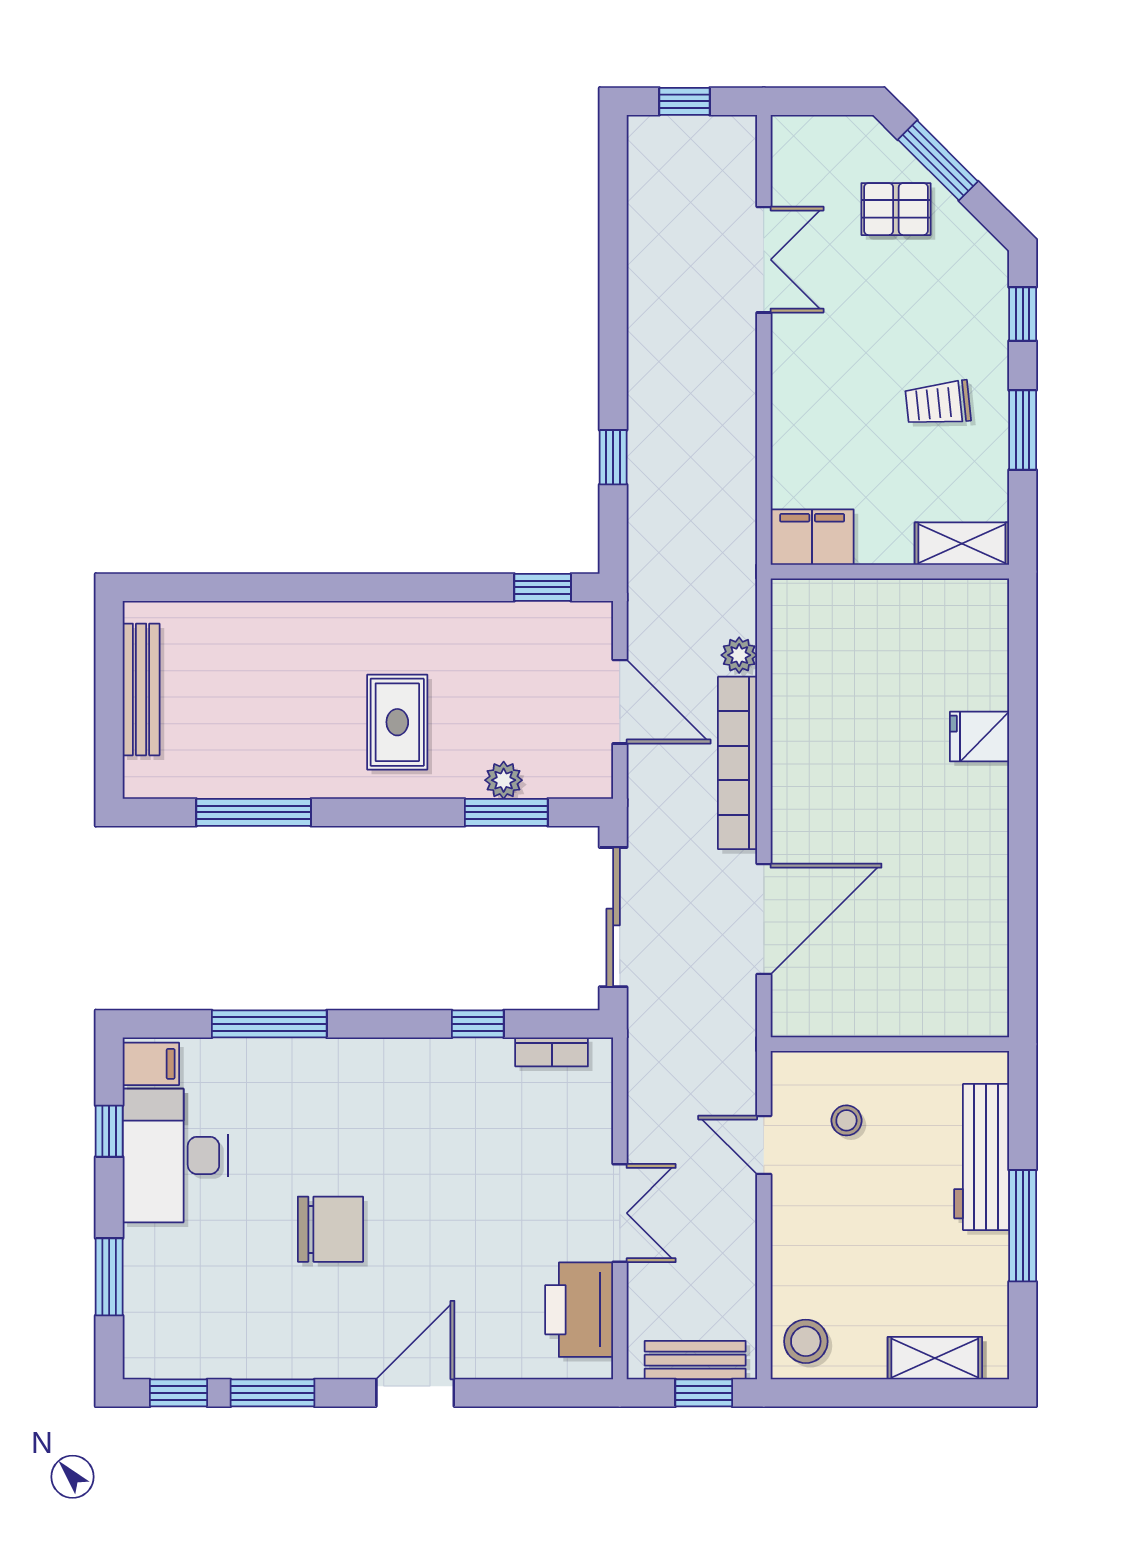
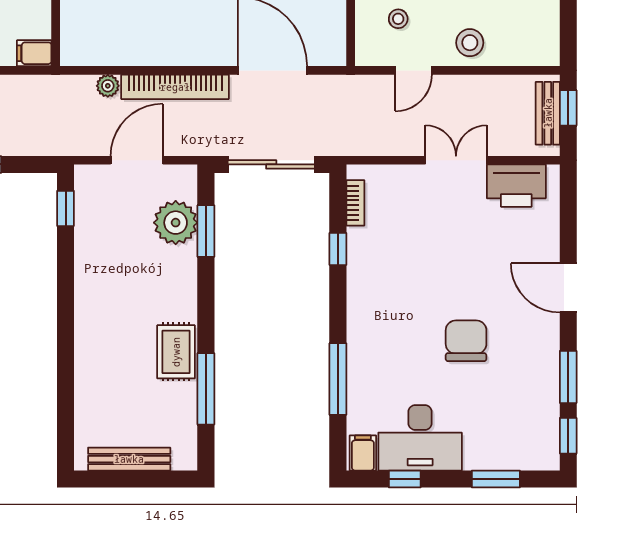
filing cabinet: (812, 537) -> (34, 53), width x0.50
rug: (397, 722) -> (176, 352), moved, turned 90
plant: (504, 780) -> (176, 223), width x1.87, depth x1.87
stool: (806, 1341) -> (470, 43), moved

